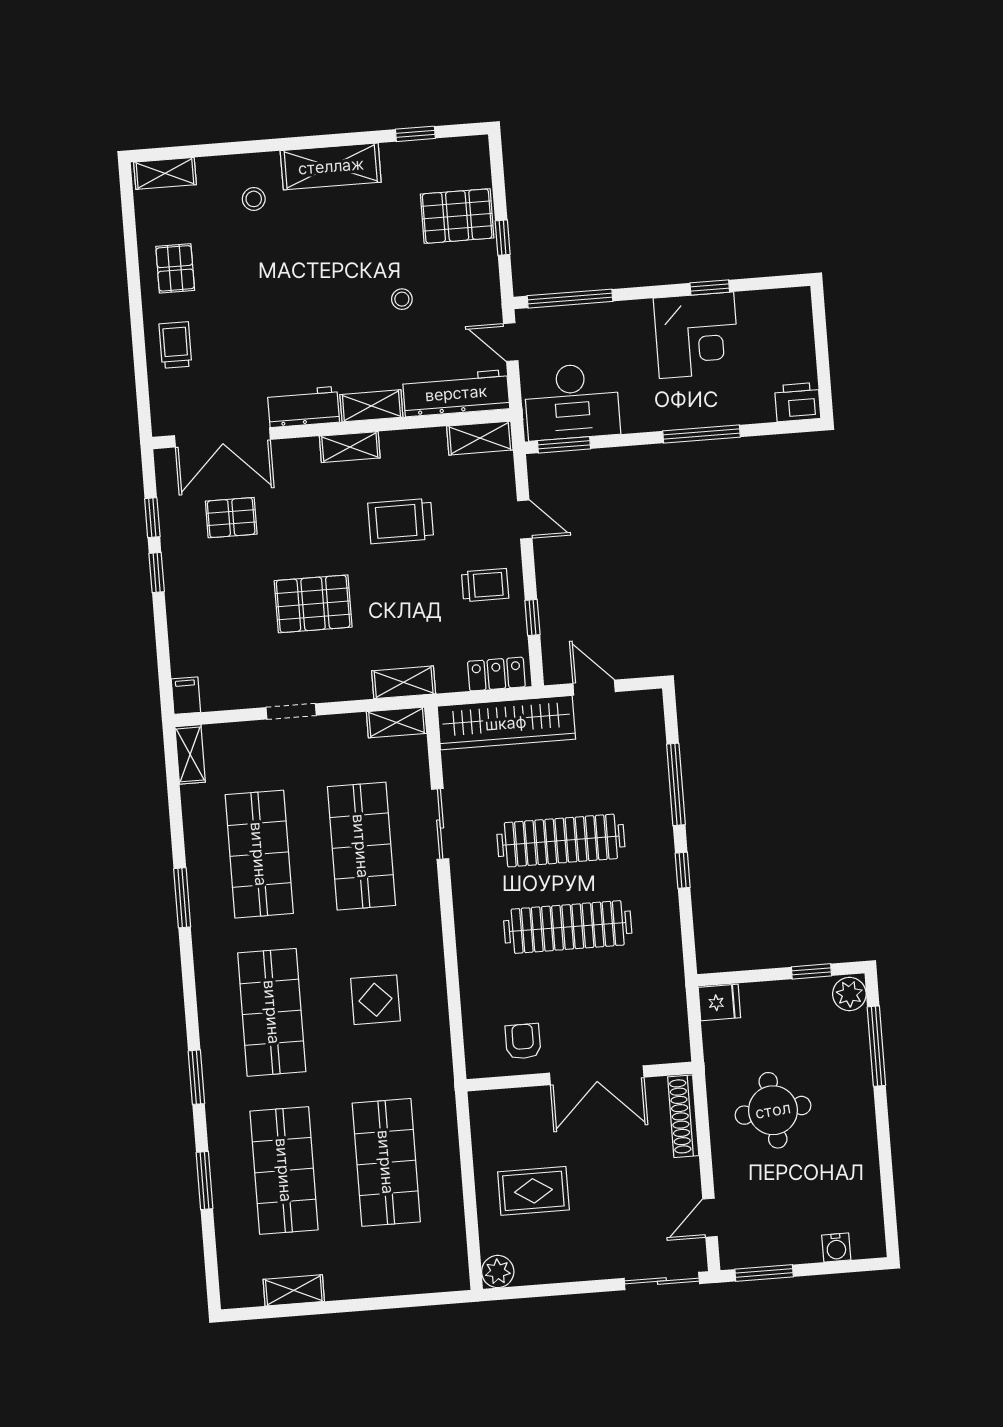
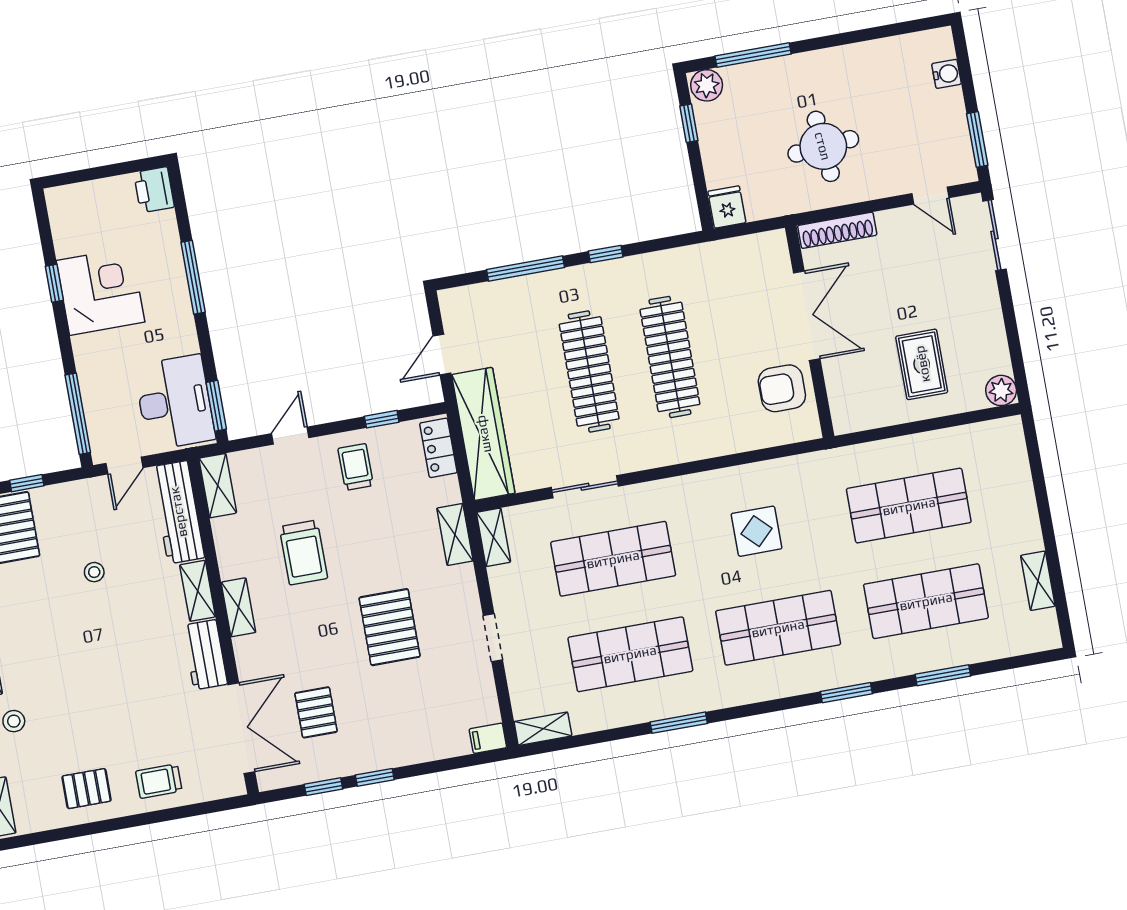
armchair: (523, 1041) -> (782, 388), width x1.38, depth x1.38

